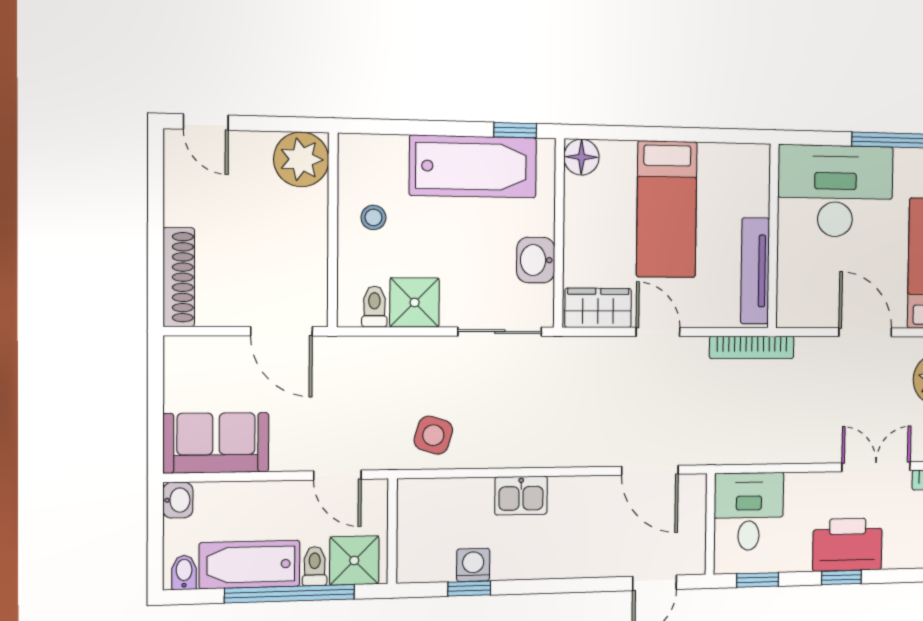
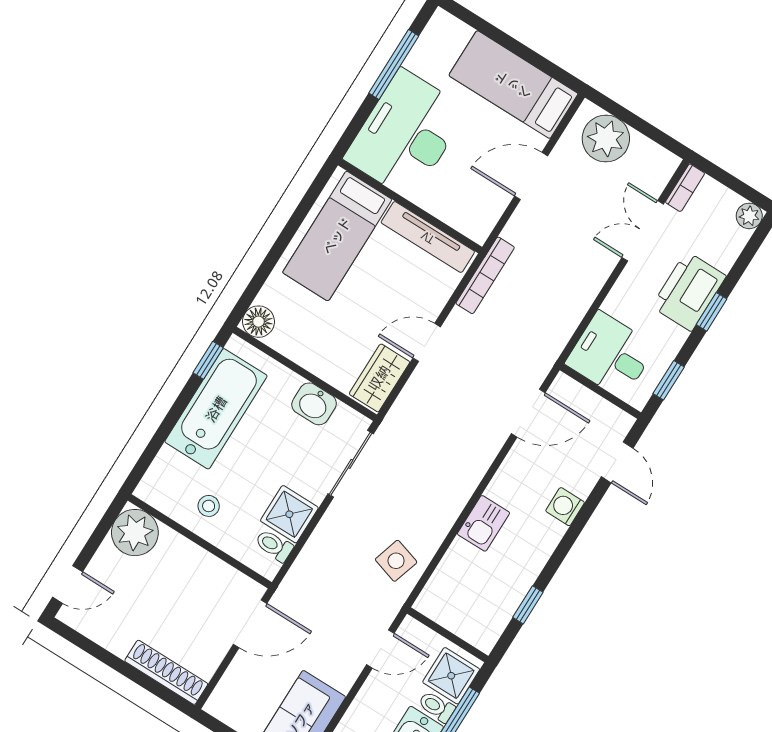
bed: (667, 209) -> (337, 236), moved, turned 90
washing machine: (473, 565) -> (565, 507), moved

